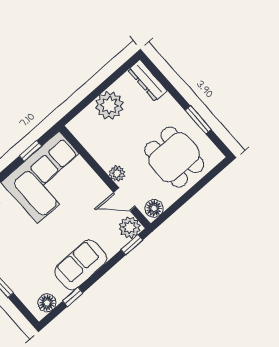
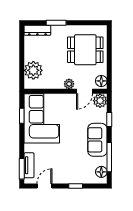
plant: (109, 105) -> (33, 70), moved
window: (198, 120) -> (56, 23), moved
window: (132, 245) -> (109, 120), moved
window: (73, 297) -> (109, 157), width x2.17

